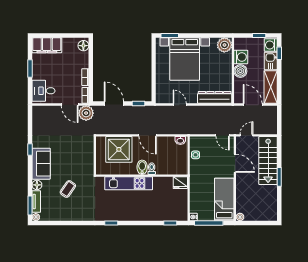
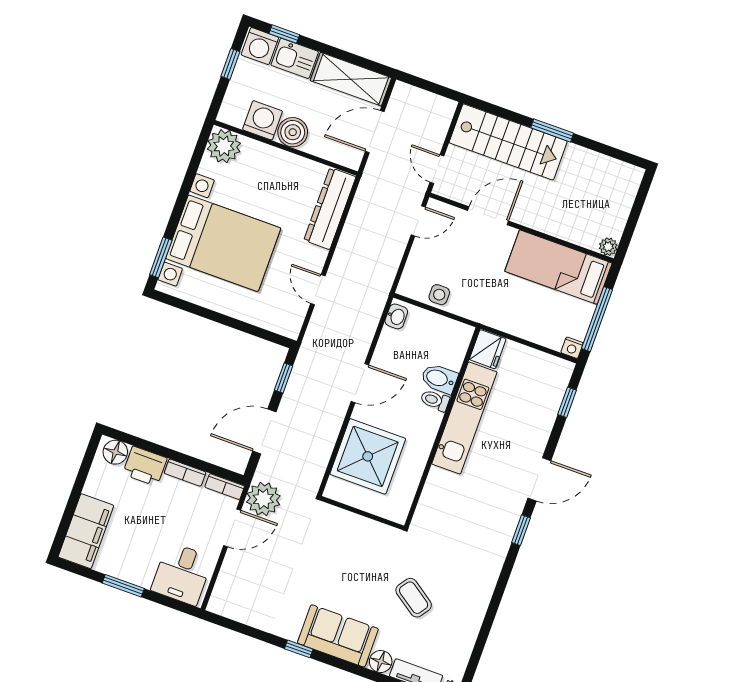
printer: (82, 60) -> (145, 466), added
door: (180, 105) -> (318, 290), hinge flipped
bidet: (142, 167) -> (439, 379), moved
kitchen unit: (129, 183) -> (464, 418), moved
door: (135, 223) -> (539, 479), added

